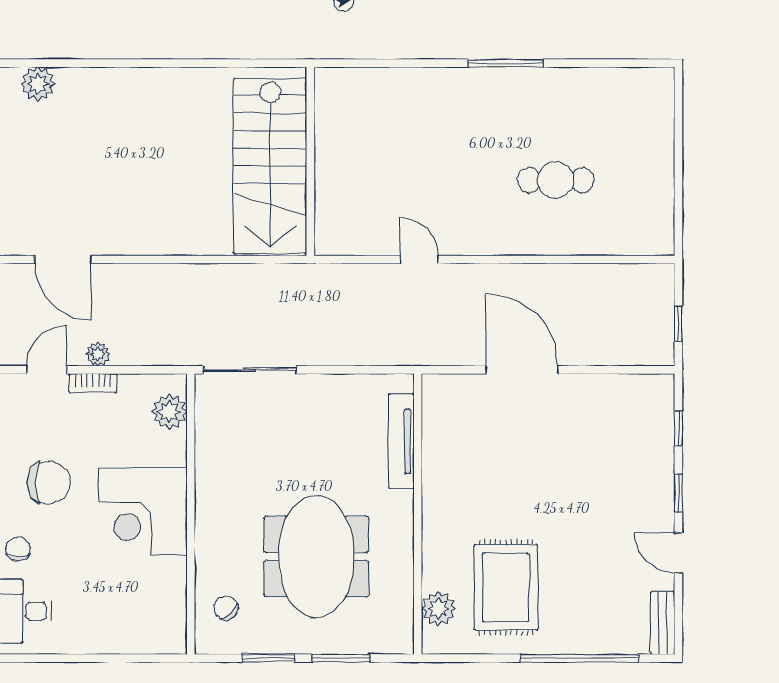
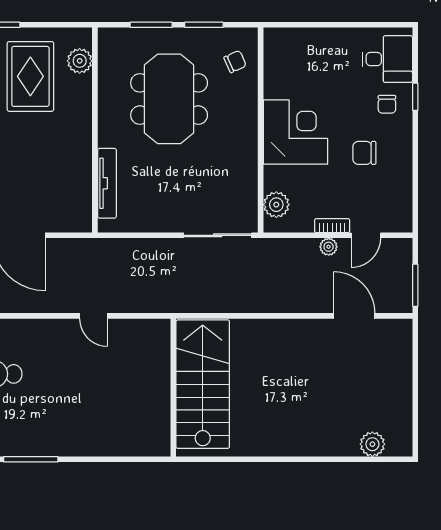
chair: (49, 483) -> (364, 153), width x0.73, depth x0.73
chair: (226, 608) -> (235, 62), turned -71

